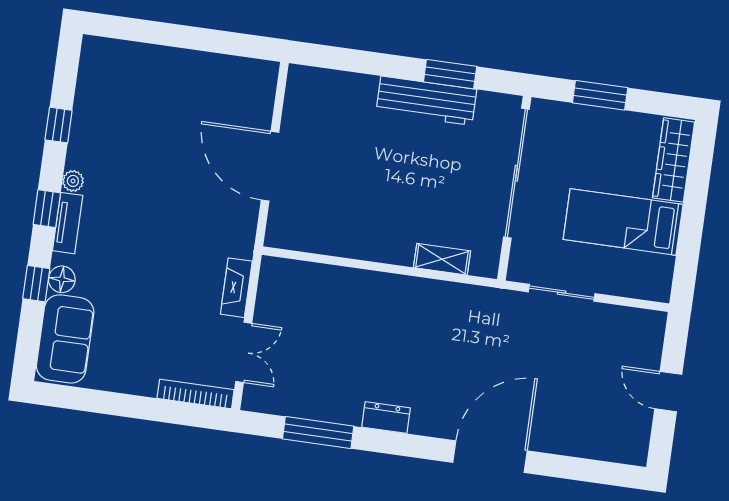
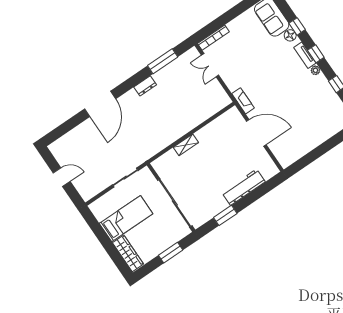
workbench: (426, 101) -> (244, 187), moved
shelving: (442, 259) -> (186, 145), moved
fireplace: (236, 288) -> (243, 101), moved

